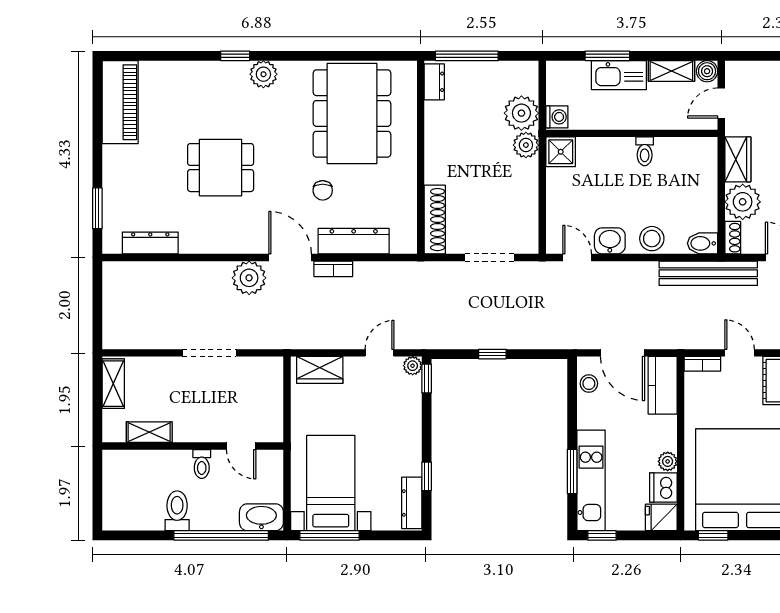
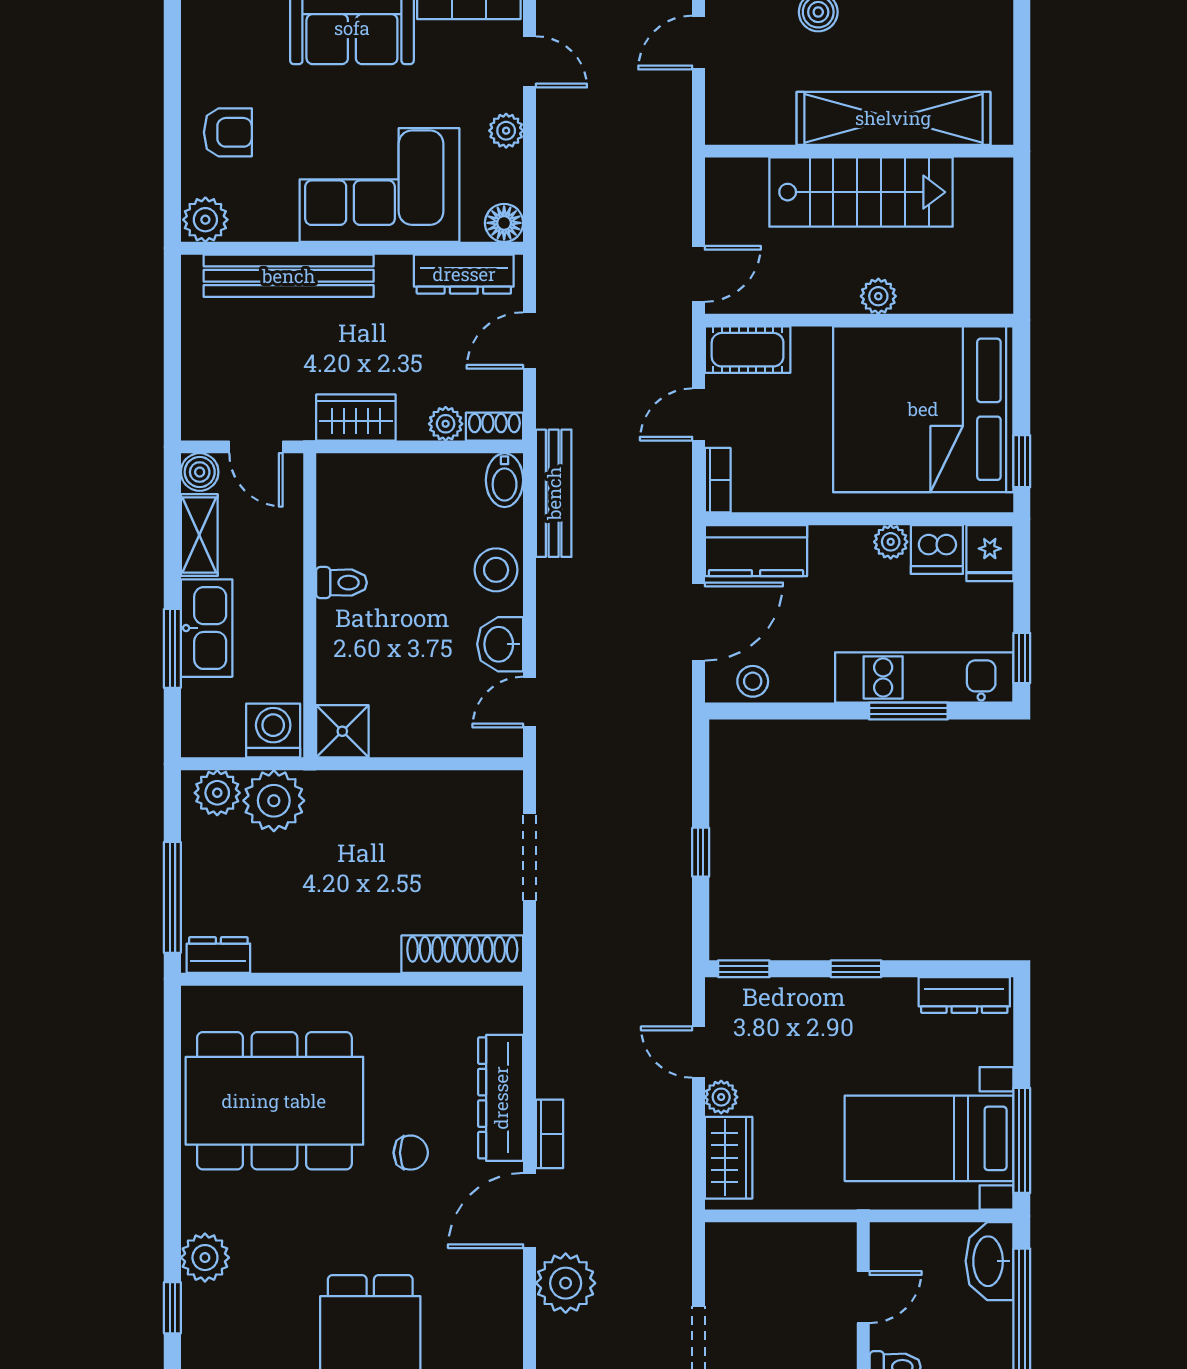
washing machine: (557, 117) -> (273, 731), width x1.38, depth x1.38
plant: (526, 145) -> (217, 793), moved
plant: (743, 202) -> (446, 424), width x0.53, depth x0.53
bench: (708, 273) -> (554, 493), width x0.73, depth x0.82
plant: (413, 366) -> (721, 1097), moved
window: (427, 476) -> (856, 969), moved

